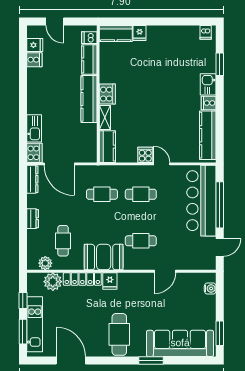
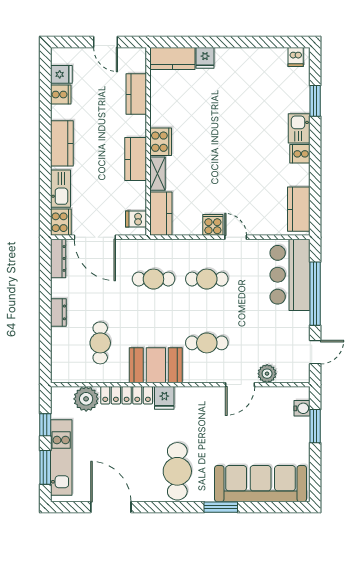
door: (55, 21) -> (106, 42), moved
dishwasher: (89, 38) -> (136, 219), moved
kitchen counter: (35, 95) -> (62, 143), added
kitchen counter: (89, 99) -> (136, 159), width x0.67
kitchen counter: (208, 135) -> (299, 209), width x0.67
bar counter: (201, 201) -> (290, 275), width x0.73
plant: (45, 263) -> (267, 374), moved
window: (220, 333) -> (315, 426), moved

